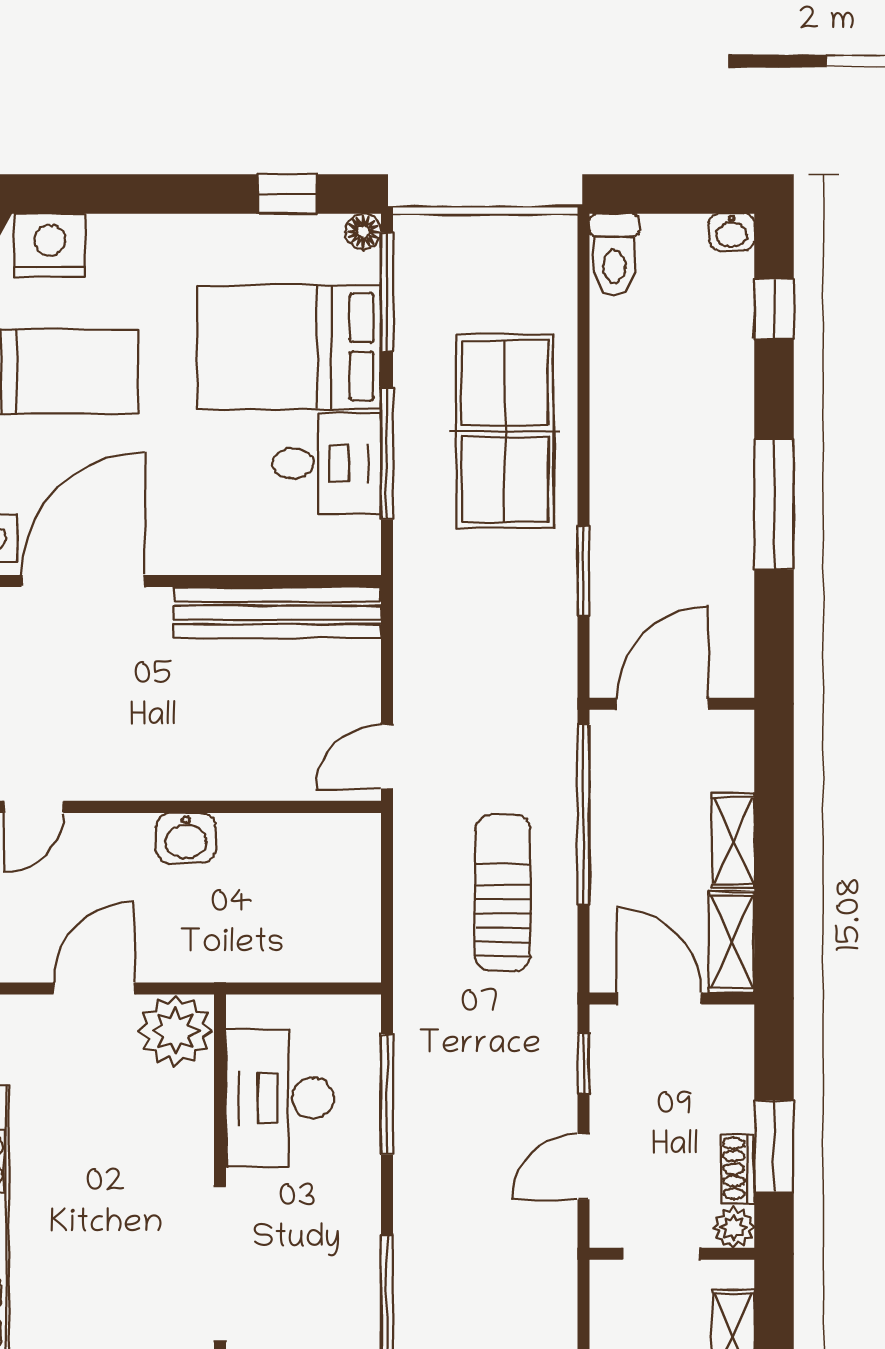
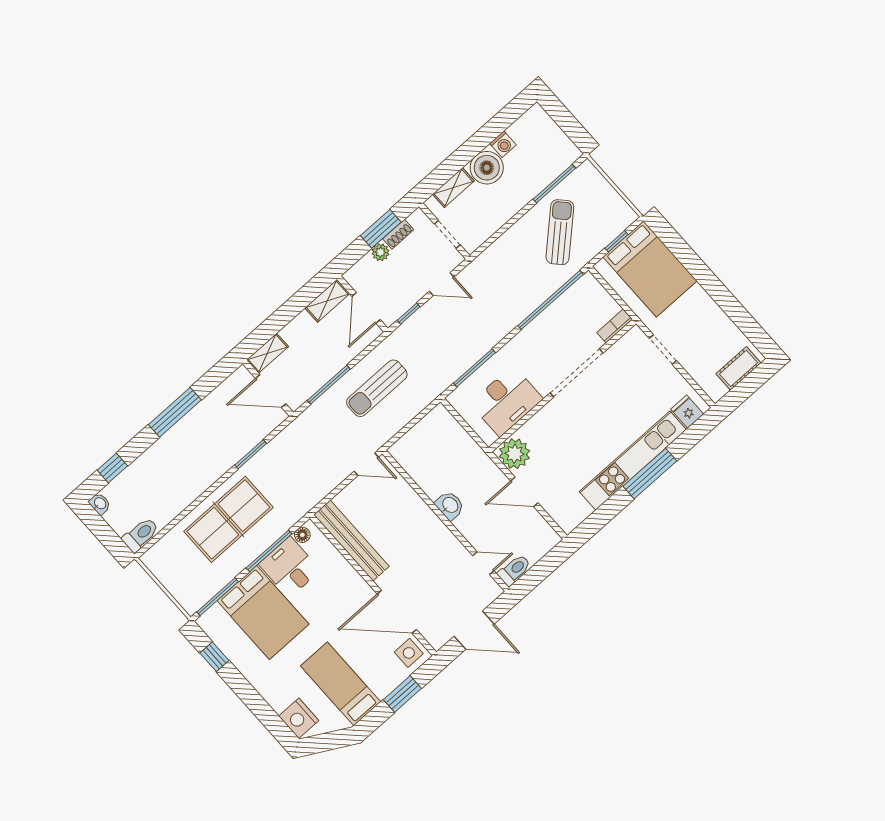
floor lamp: (363, 232) -> (302, 535), moved
window: (583, 814) -> (329, 385), width x0.68
shelving: (733, 841) -> (267, 353), moved
plant: (734, 1227) -> (380, 252), moved

